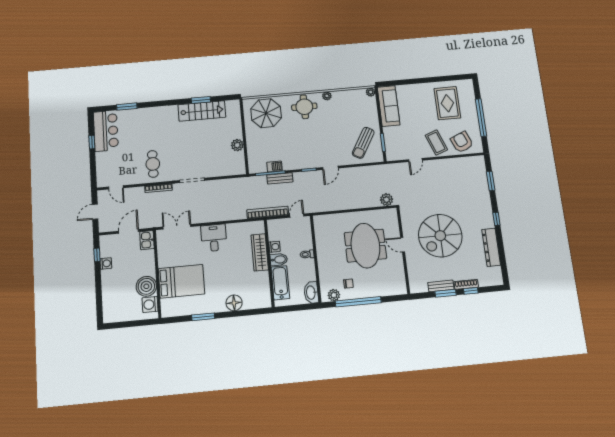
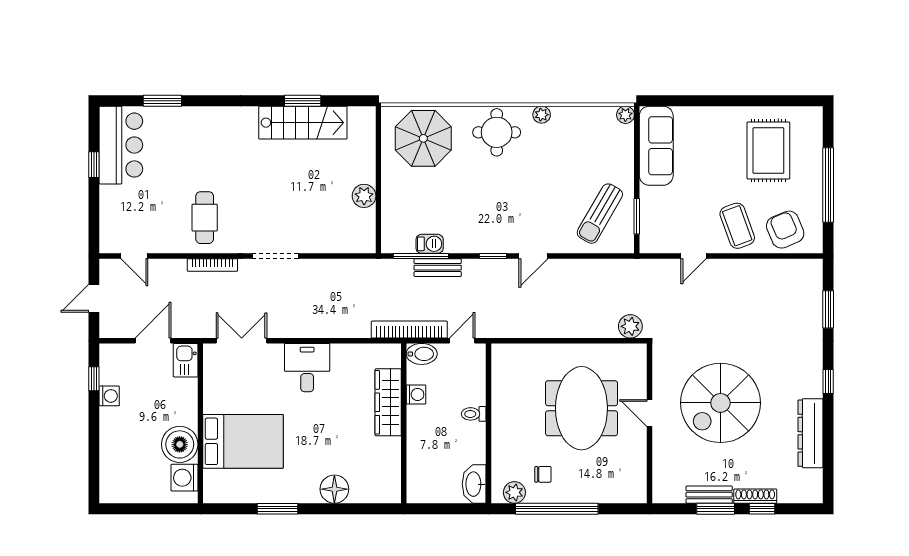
bidet: (279, 260) -> (422, 354), moved
bathtub: (280, 283) -> (420, 461), removed

